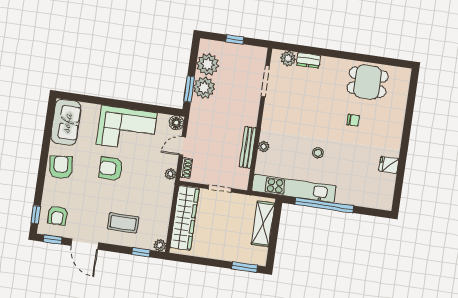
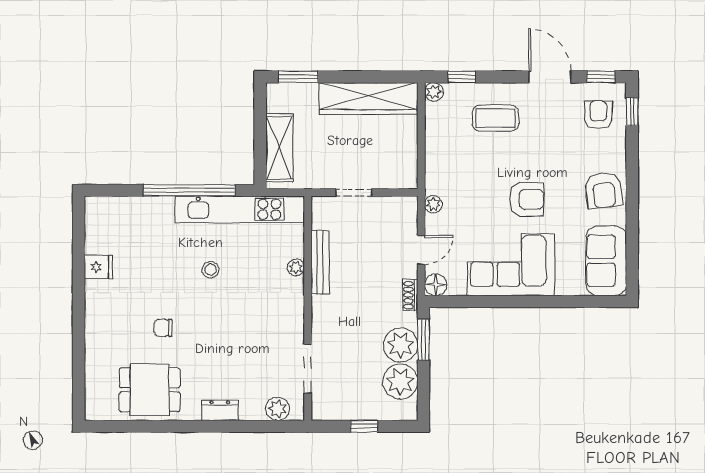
dresser: (308, 60) -> (220, 410), moved
shoe rack: (186, 168) -> (410, 295), moved
wardrobe: (185, 218) -> (369, 98), moved, turned -90

